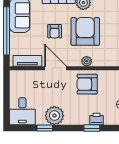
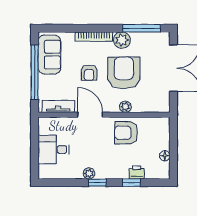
desk: (22, 111) -> (54, 150), moved, turned 90
plant: (54, 116) -> (89, 173), width x0.53, depth x0.53
window: (45, 128) -> (97, 183), moved

